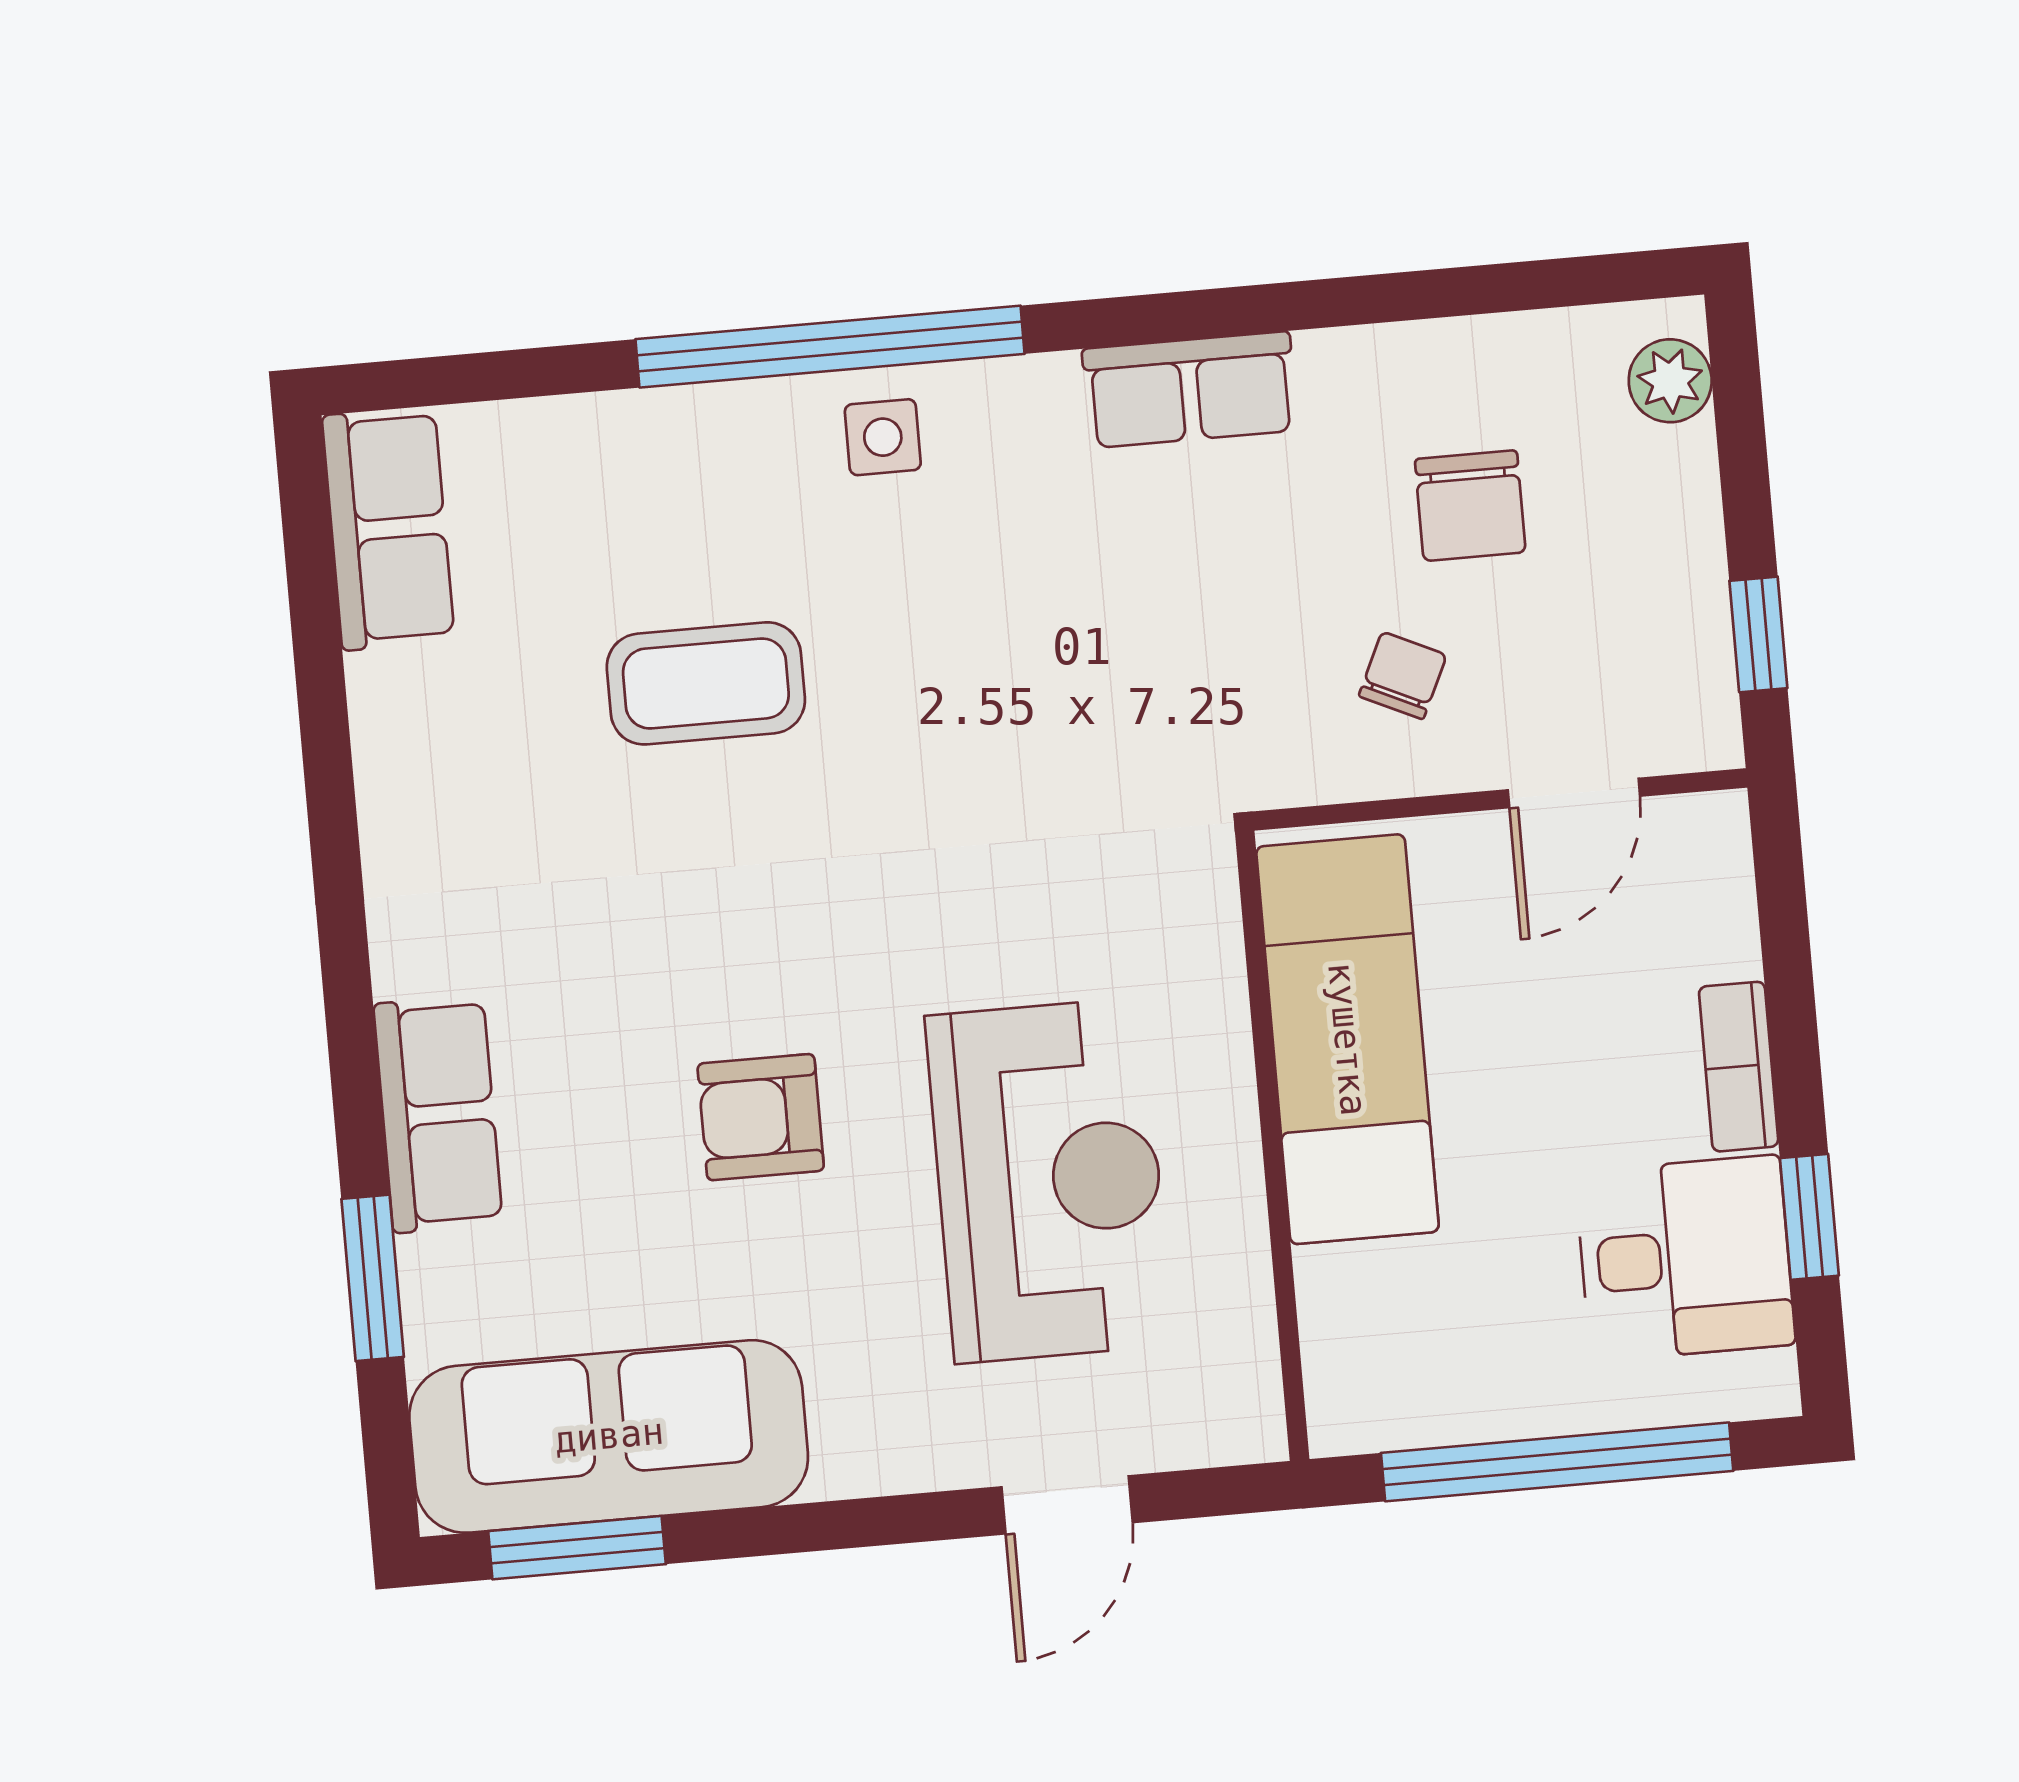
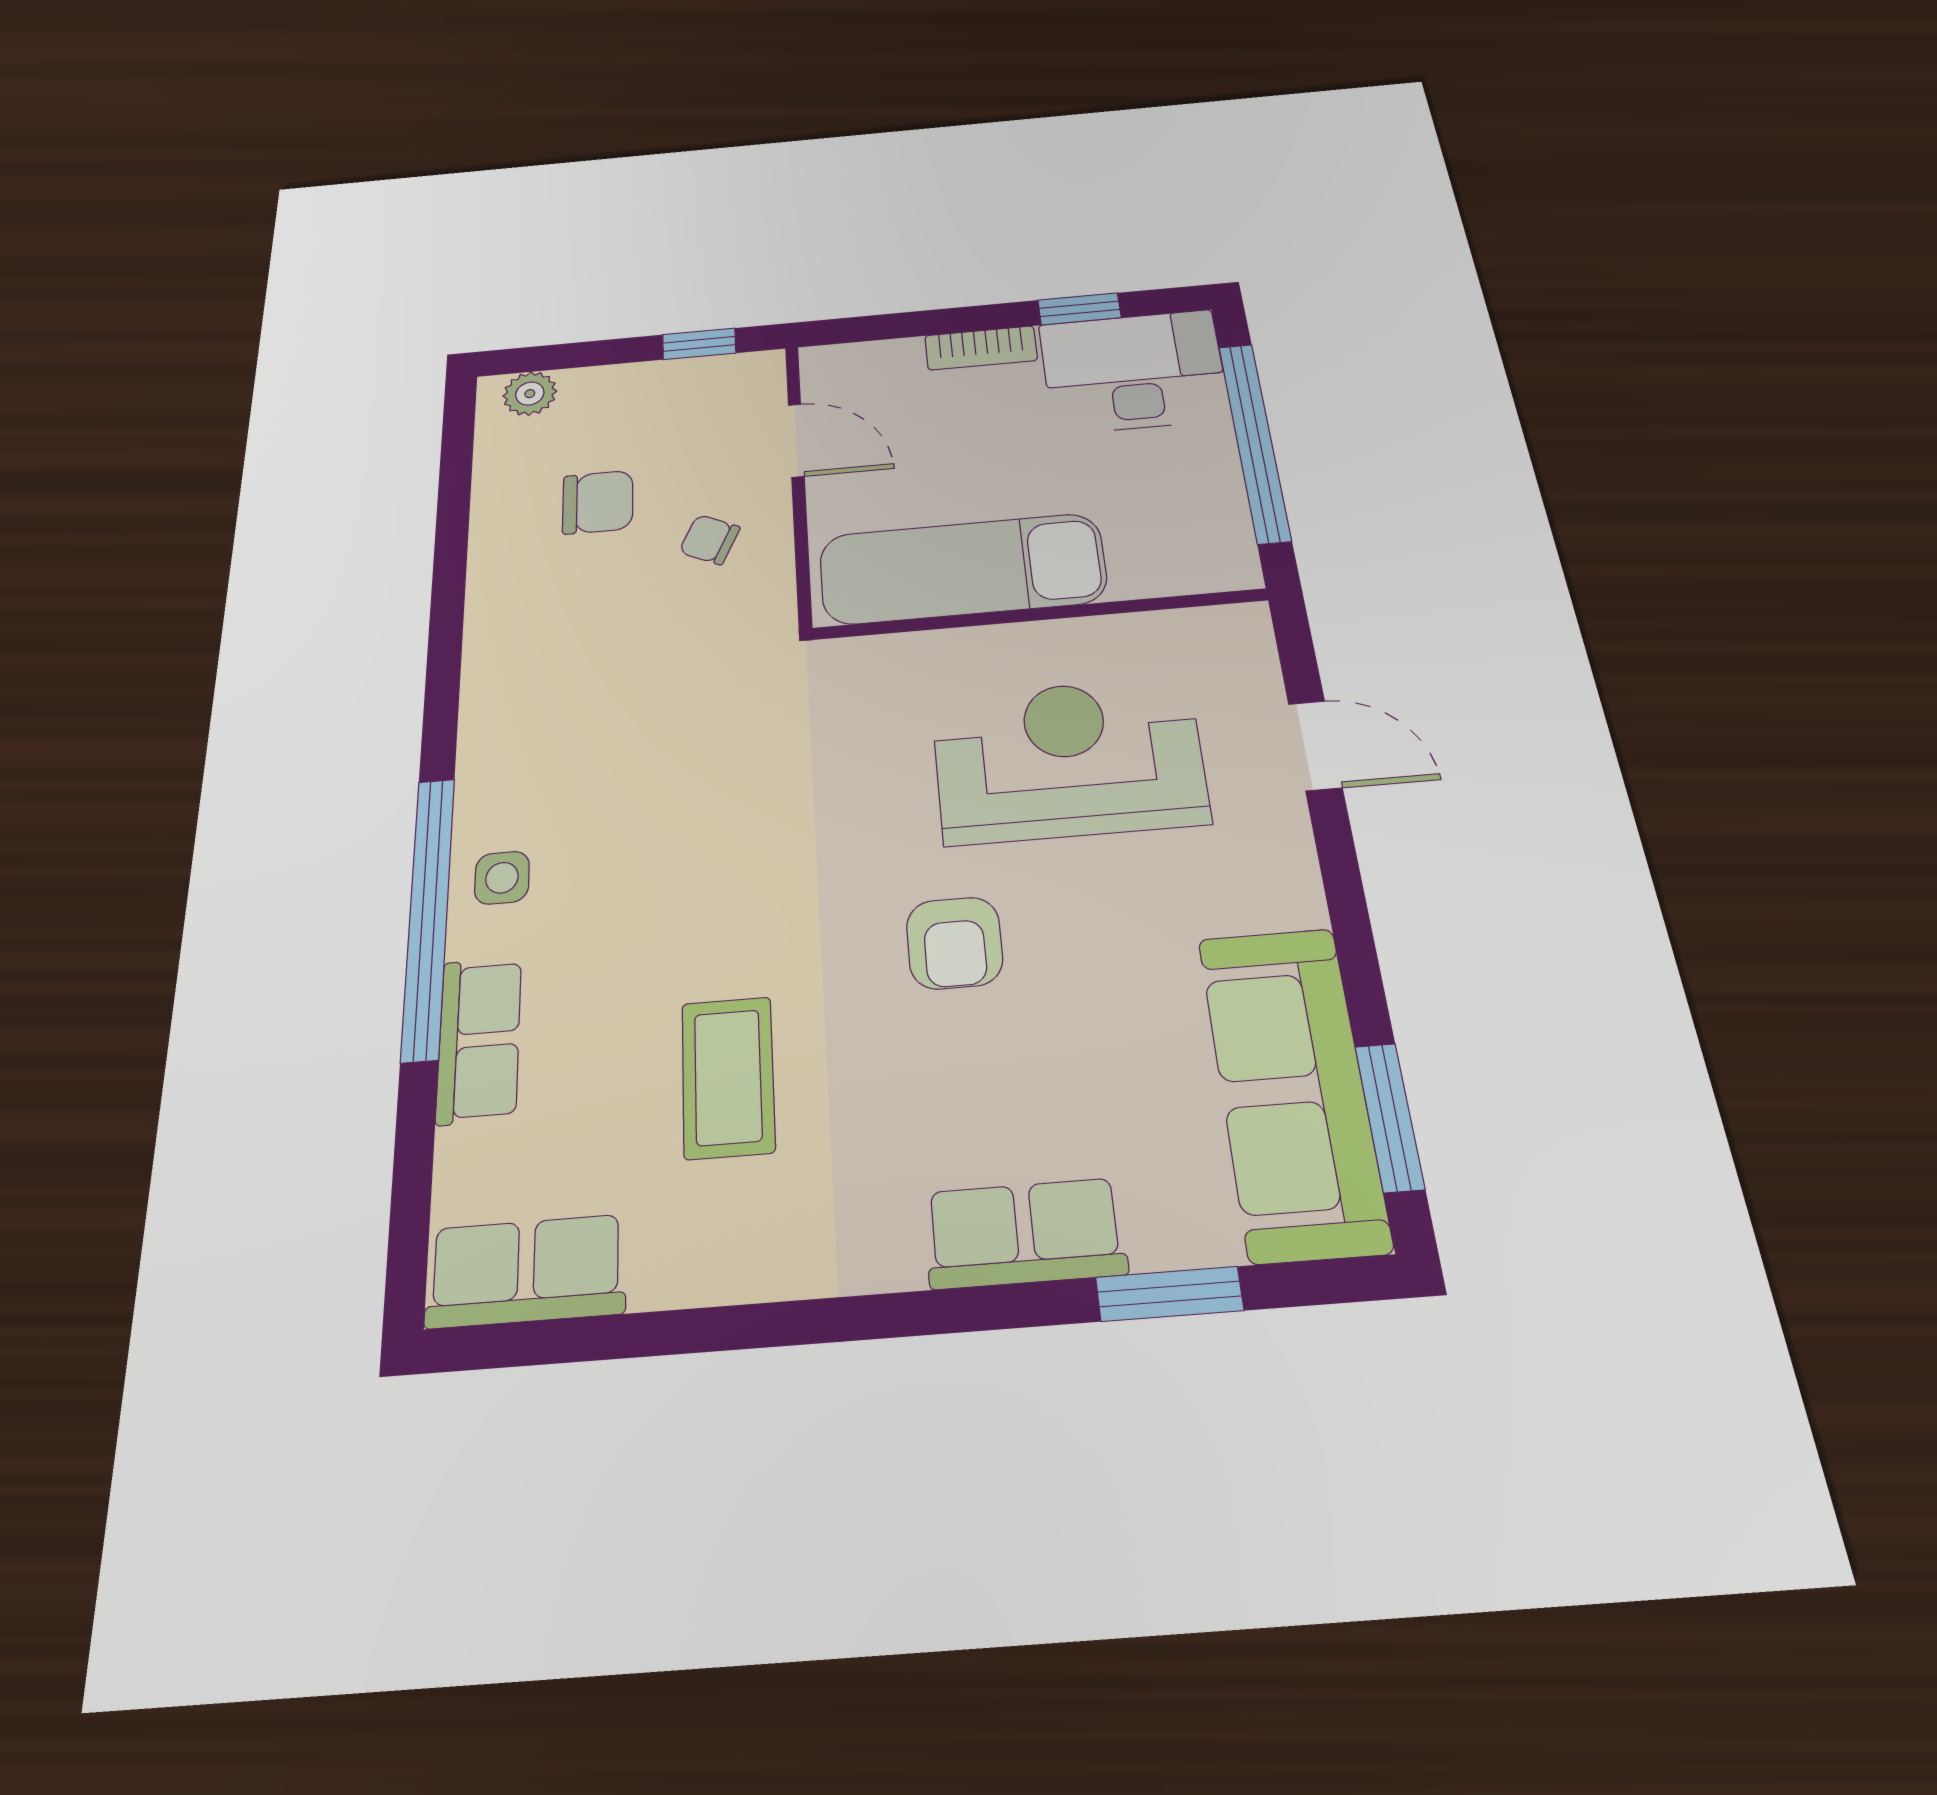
row of seats: (1190, 390) -> (479, 1040), moved
coffee table: (706, 683) -> (728, 1077), moved
armchair: (761, 1117) -> (954, 943), moved
desk: (1685, 1258) -> (1134, 371), width x1.37

